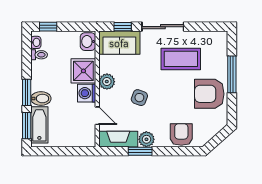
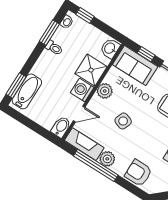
toilet: (39, 55) -> (54, 48), moved
window: (27, 92) -> (49, 33), moved
bidet: (41, 99) -> (61, 127), moved, turned -90
door: (97, 116) -> (79, 114), hinge flipped
armchair: (181, 134) -> (138, 173), turned -90
window: (140, 151) -> (96, 165), width x2.11

